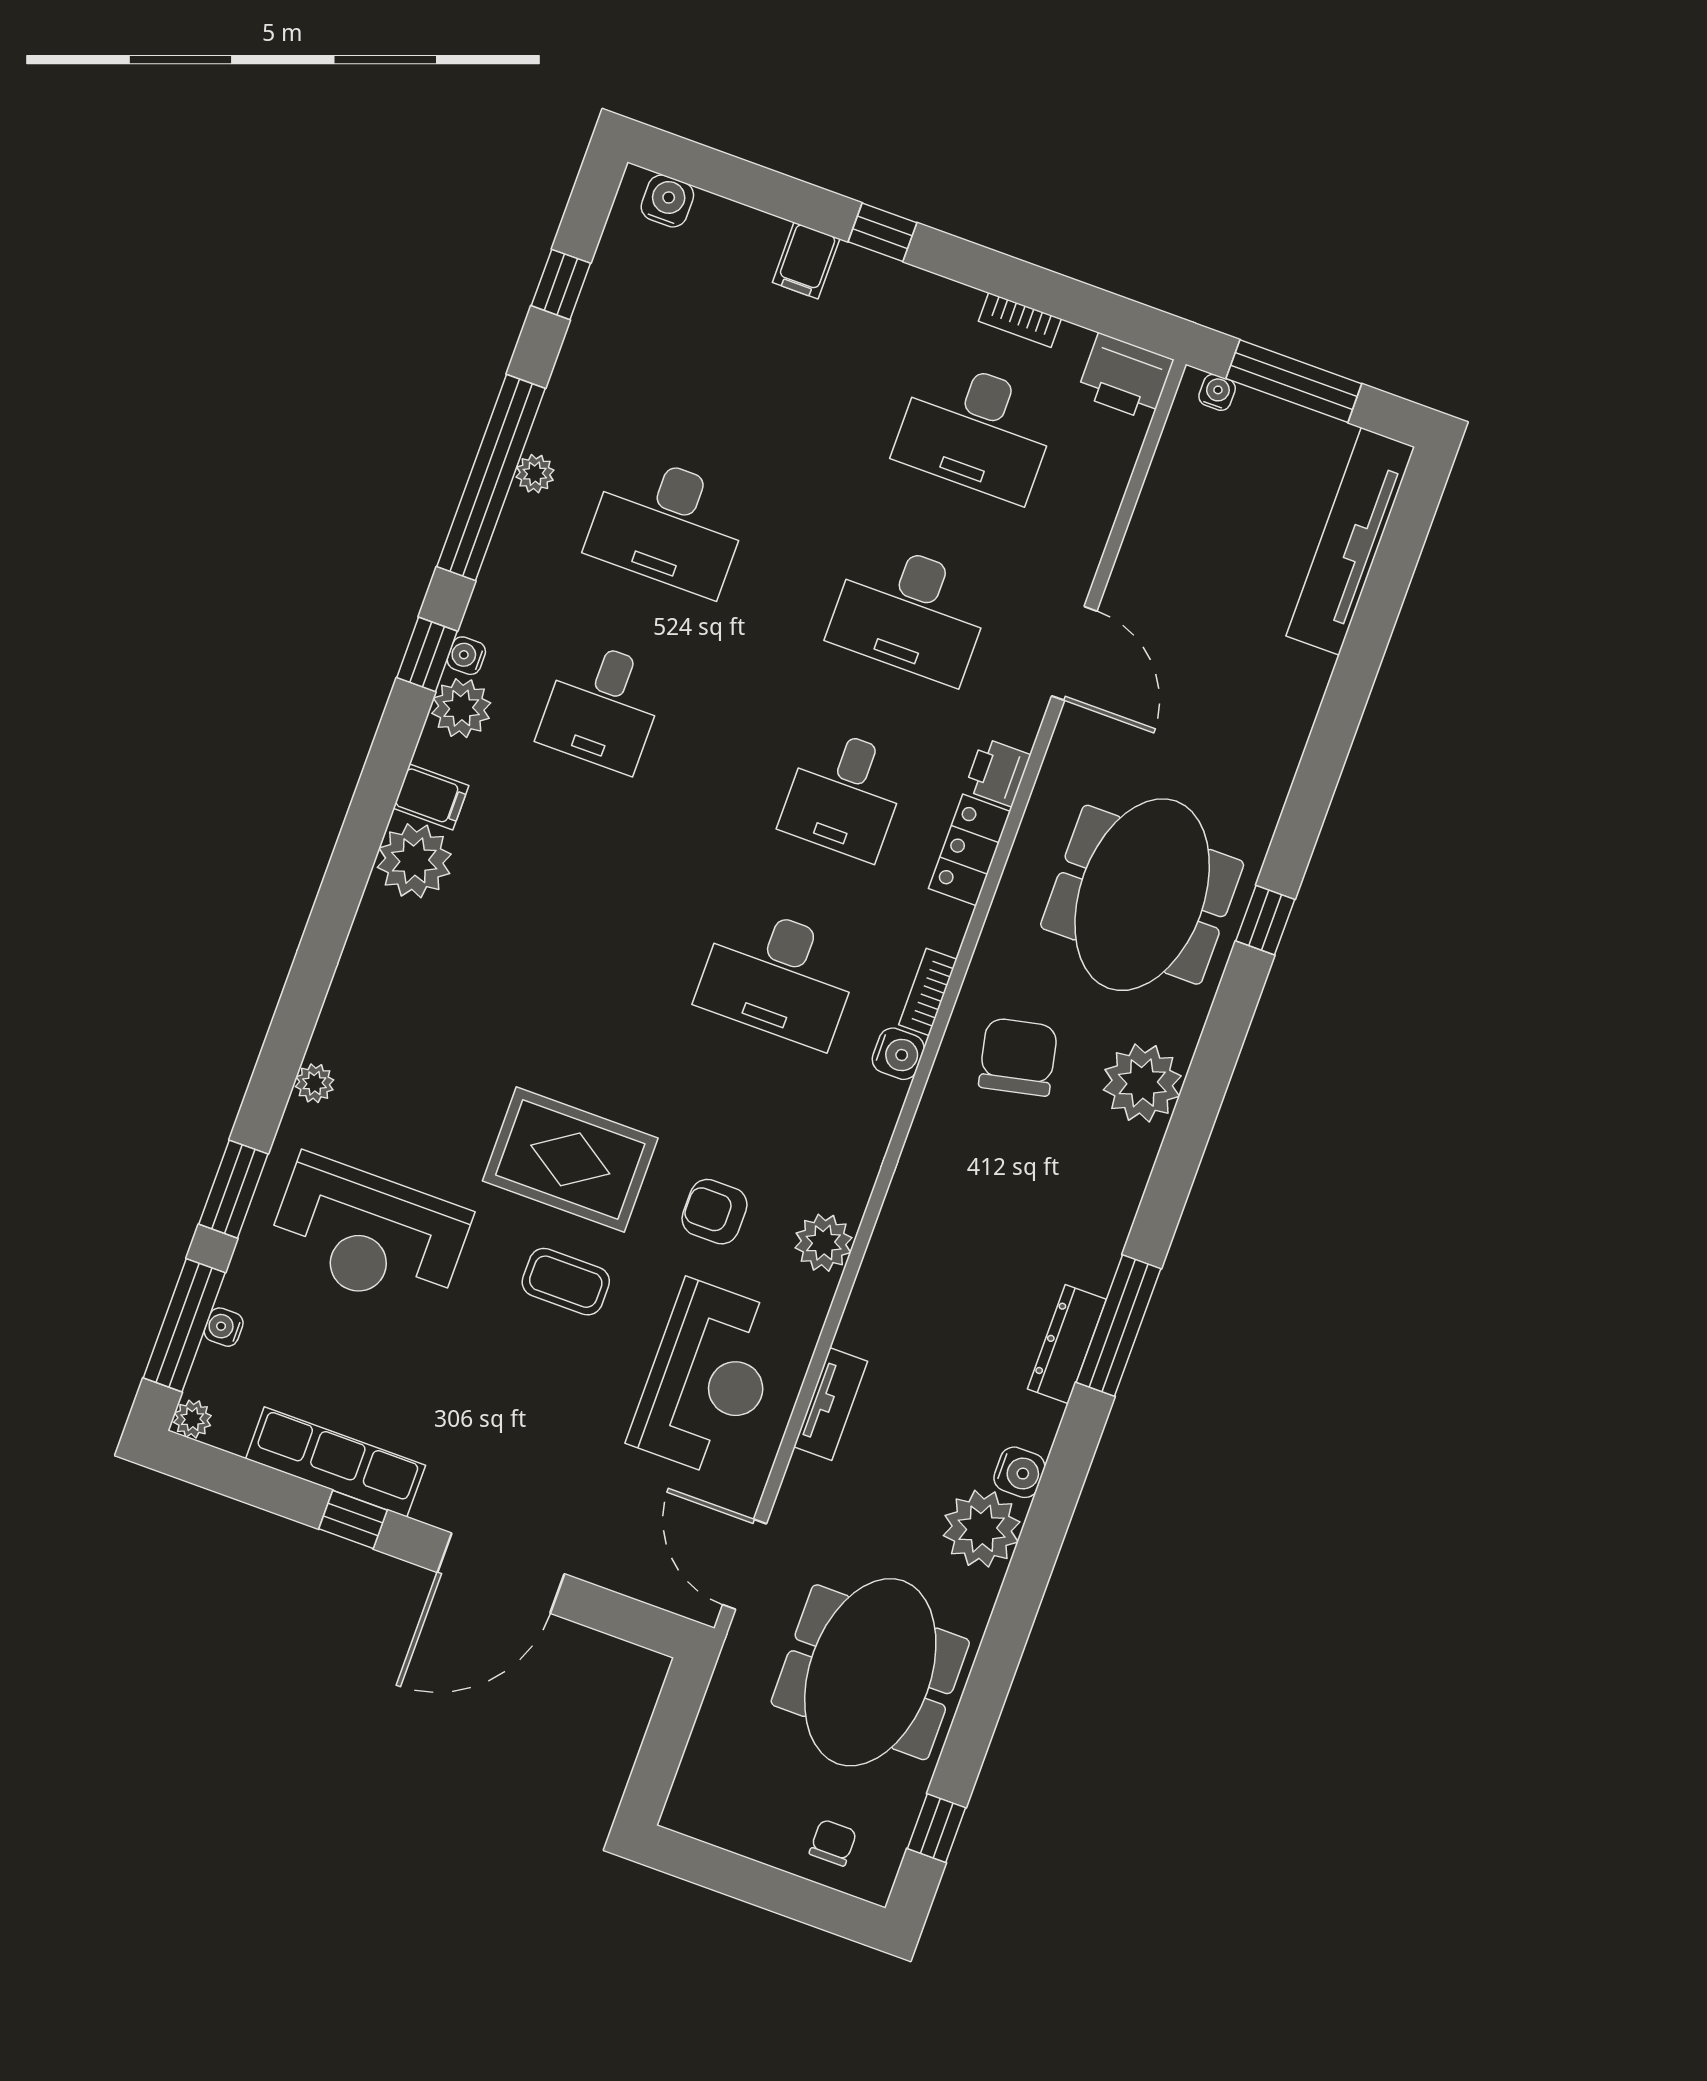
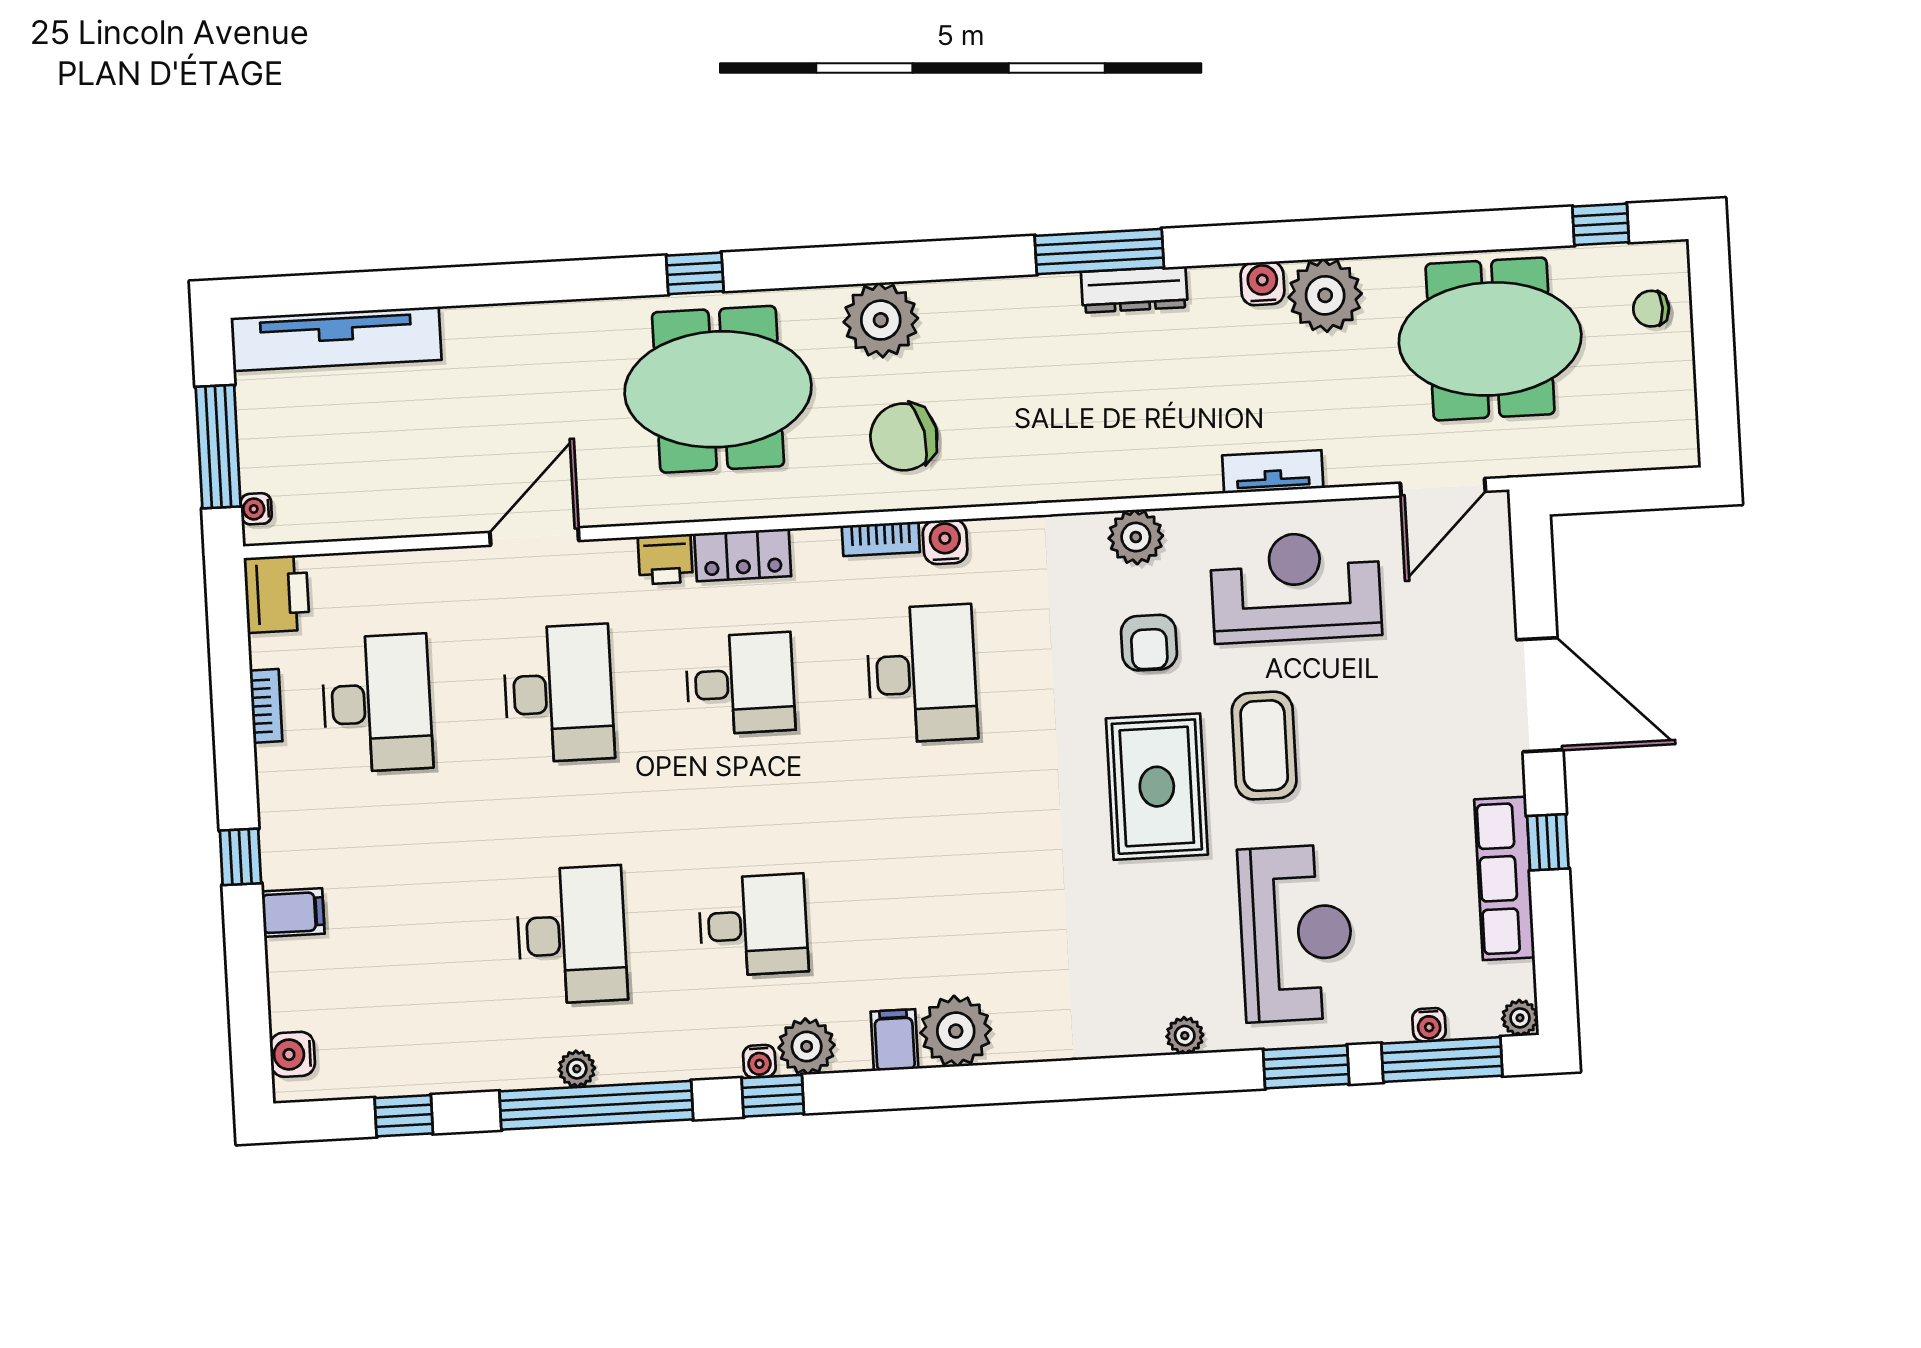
coffee table: (566, 1282) -> (1264, 746), width x1.36, depth x1.30

